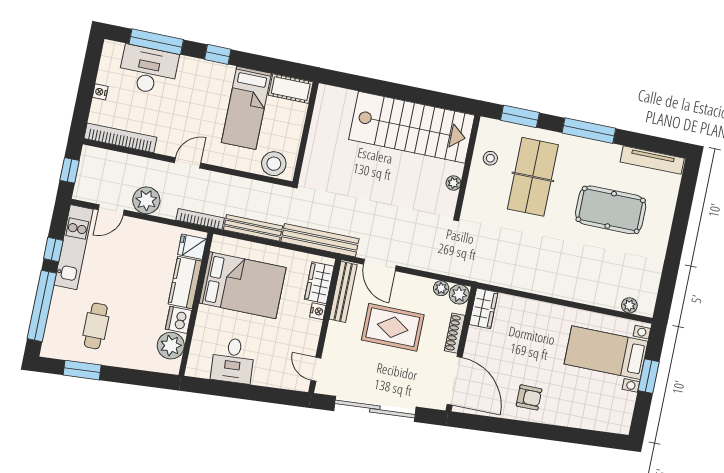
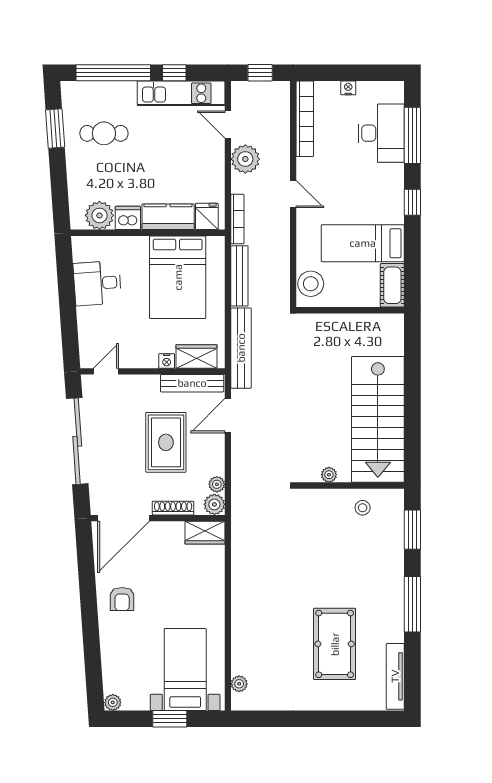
table tennis table: (533, 177) -> (352, 556), removed
plant: (623, 426) -> (113, 702), added

